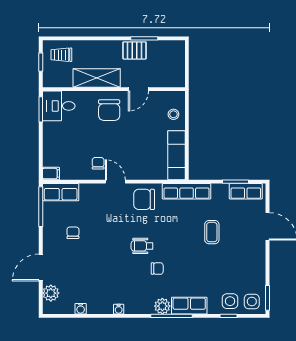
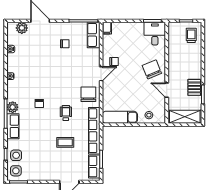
shelving: (97, 78) -> (185, 117), moved, turned 90
chair: (109, 110) -> (152, 69), turned 68
row of seats: (187, 191) -> (94, 131), width x1.36
wheelchair: (142, 246) -> (66, 113), moved

